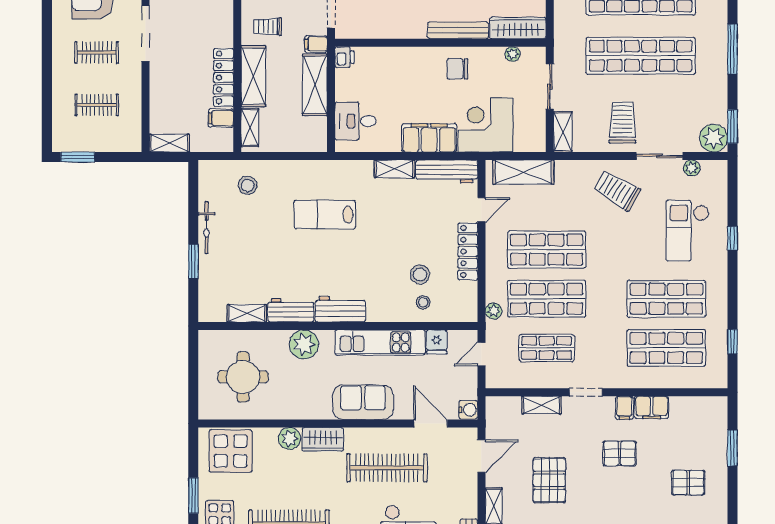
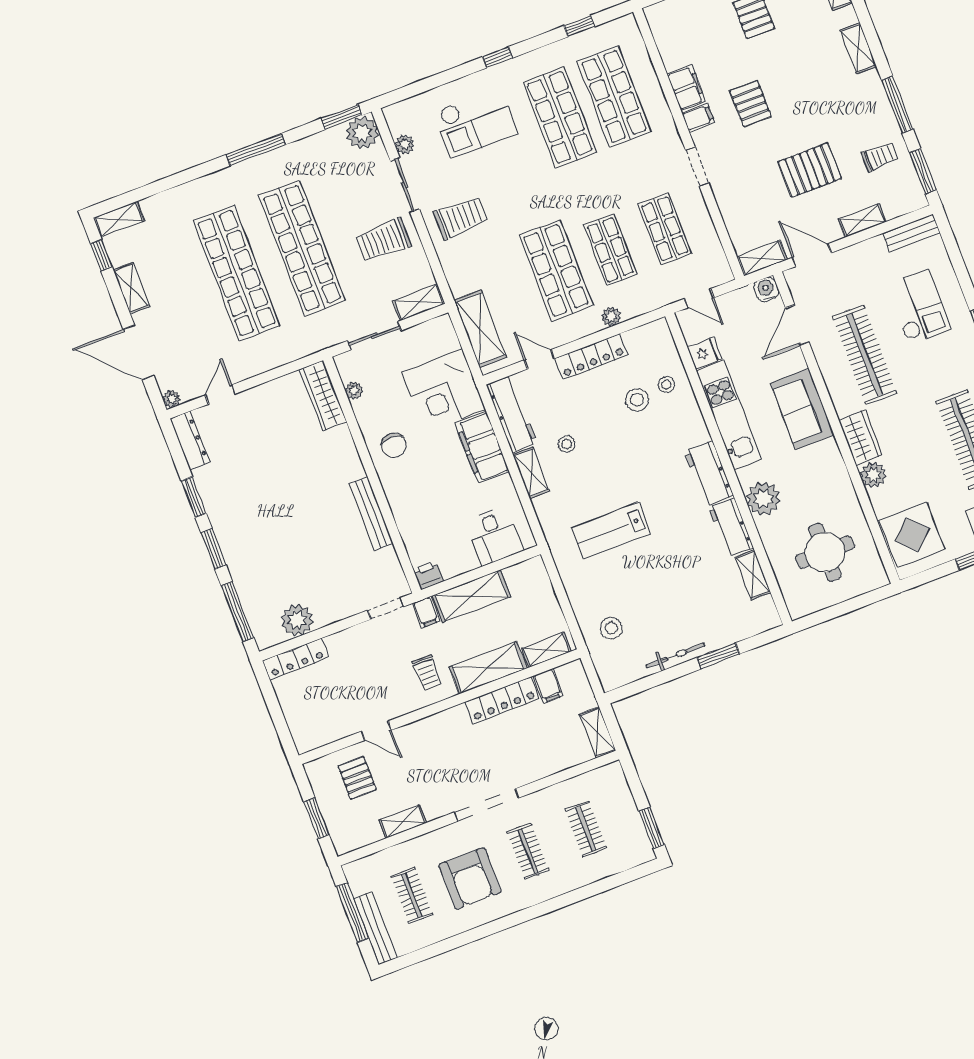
bench: (458, 30) -> (371, 513), moved
trolley: (617, 190) -> (461, 217), turned -121
stool: (406, 206) -> (567, 444), added
lab bench: (325, 215) -> (611, 530), turned 90
window: (732, 238) -> (498, 57), moved
shop shelf: (547, 299) -> (610, 250), width x0.70, depth x0.74
plant: (494, 311) -> (611, 316), moved
shelving: (541, 405) -> (762, 258), moved, turned 90

